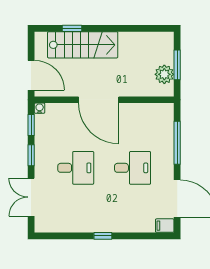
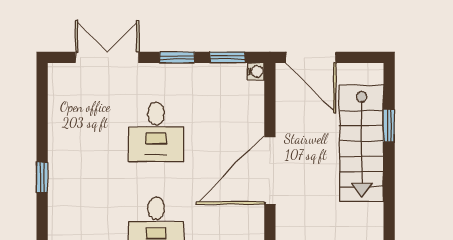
door: (31, 75) -> (311, 57), hinge flipped

